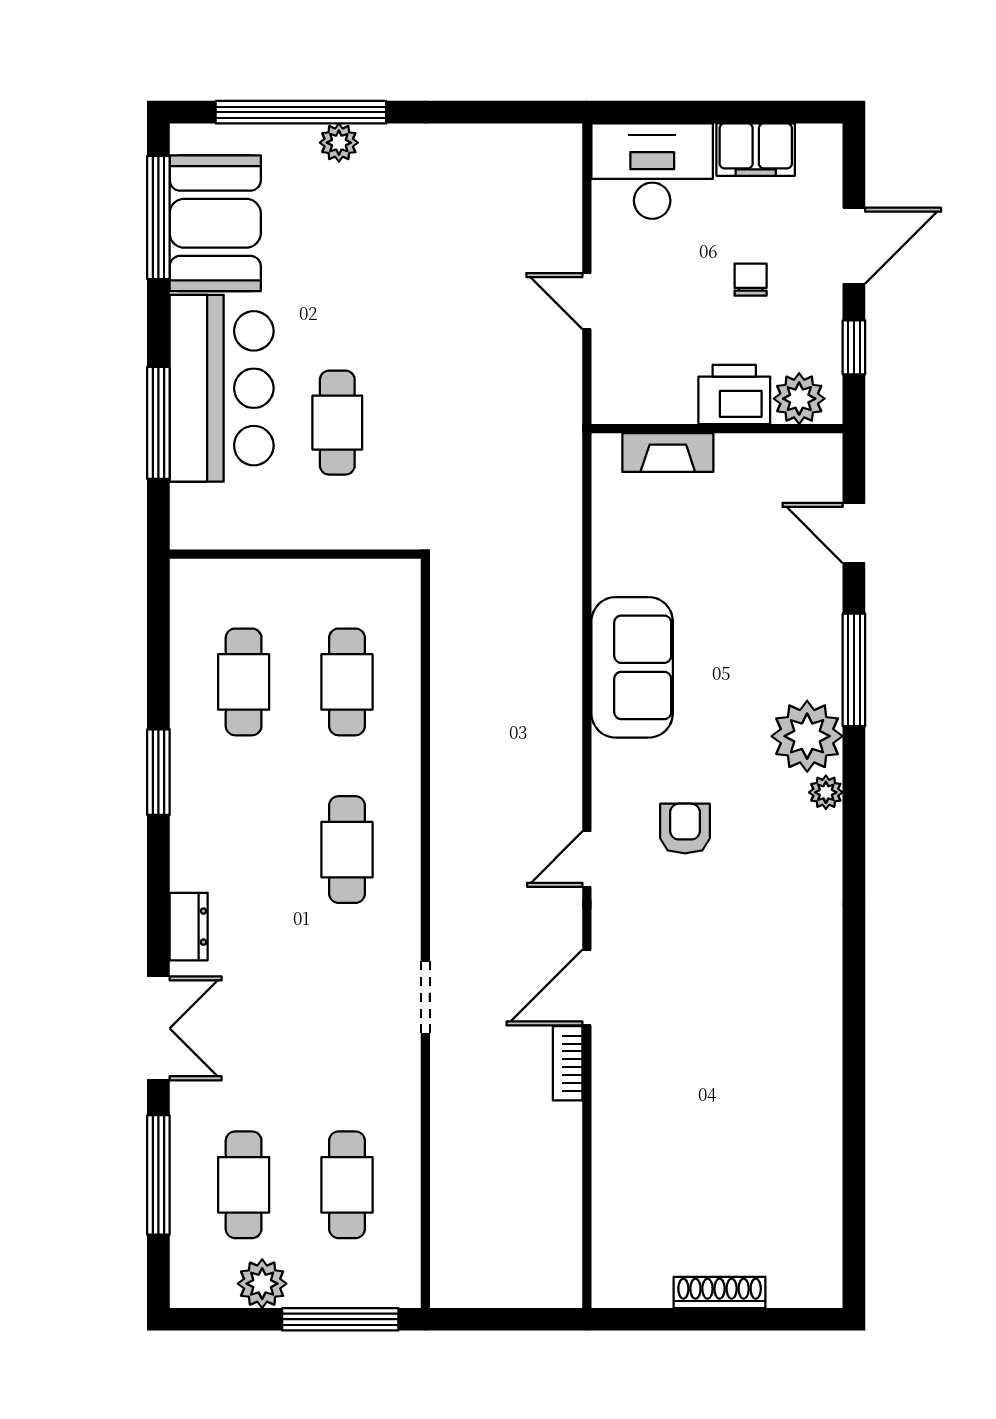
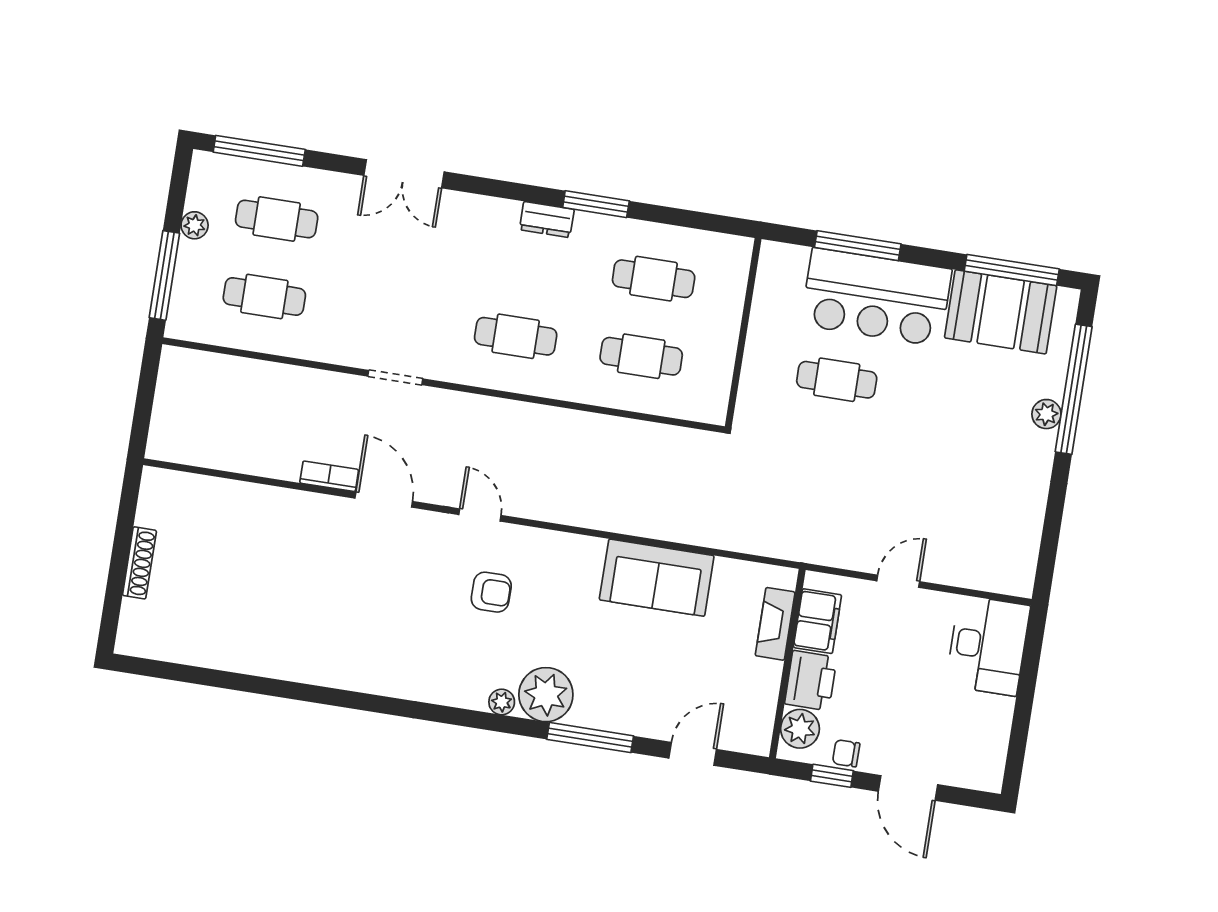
filing cabinet: (756, 150) -> (817, 621), moved, turned 180
chair: (751, 280) -> (846, 753), moved, turned 180
sofa: (632, 667) -> (657, 578), moved
dresser: (189, 927) -> (547, 220), moved
window: (158, 1175) -> (259, 151), moved
plant: (262, 1284) -> (195, 225), width x0.73, depth x0.73

